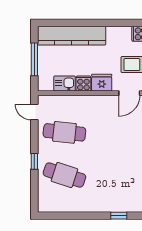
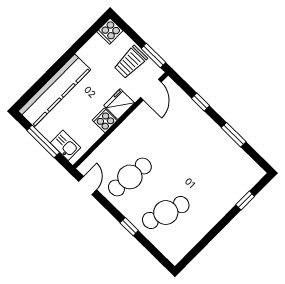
kitchen sink: (65, 84) -> (65, 145), moved, turned 90
door: (34, 112) -> (88, 185), swing flipped

